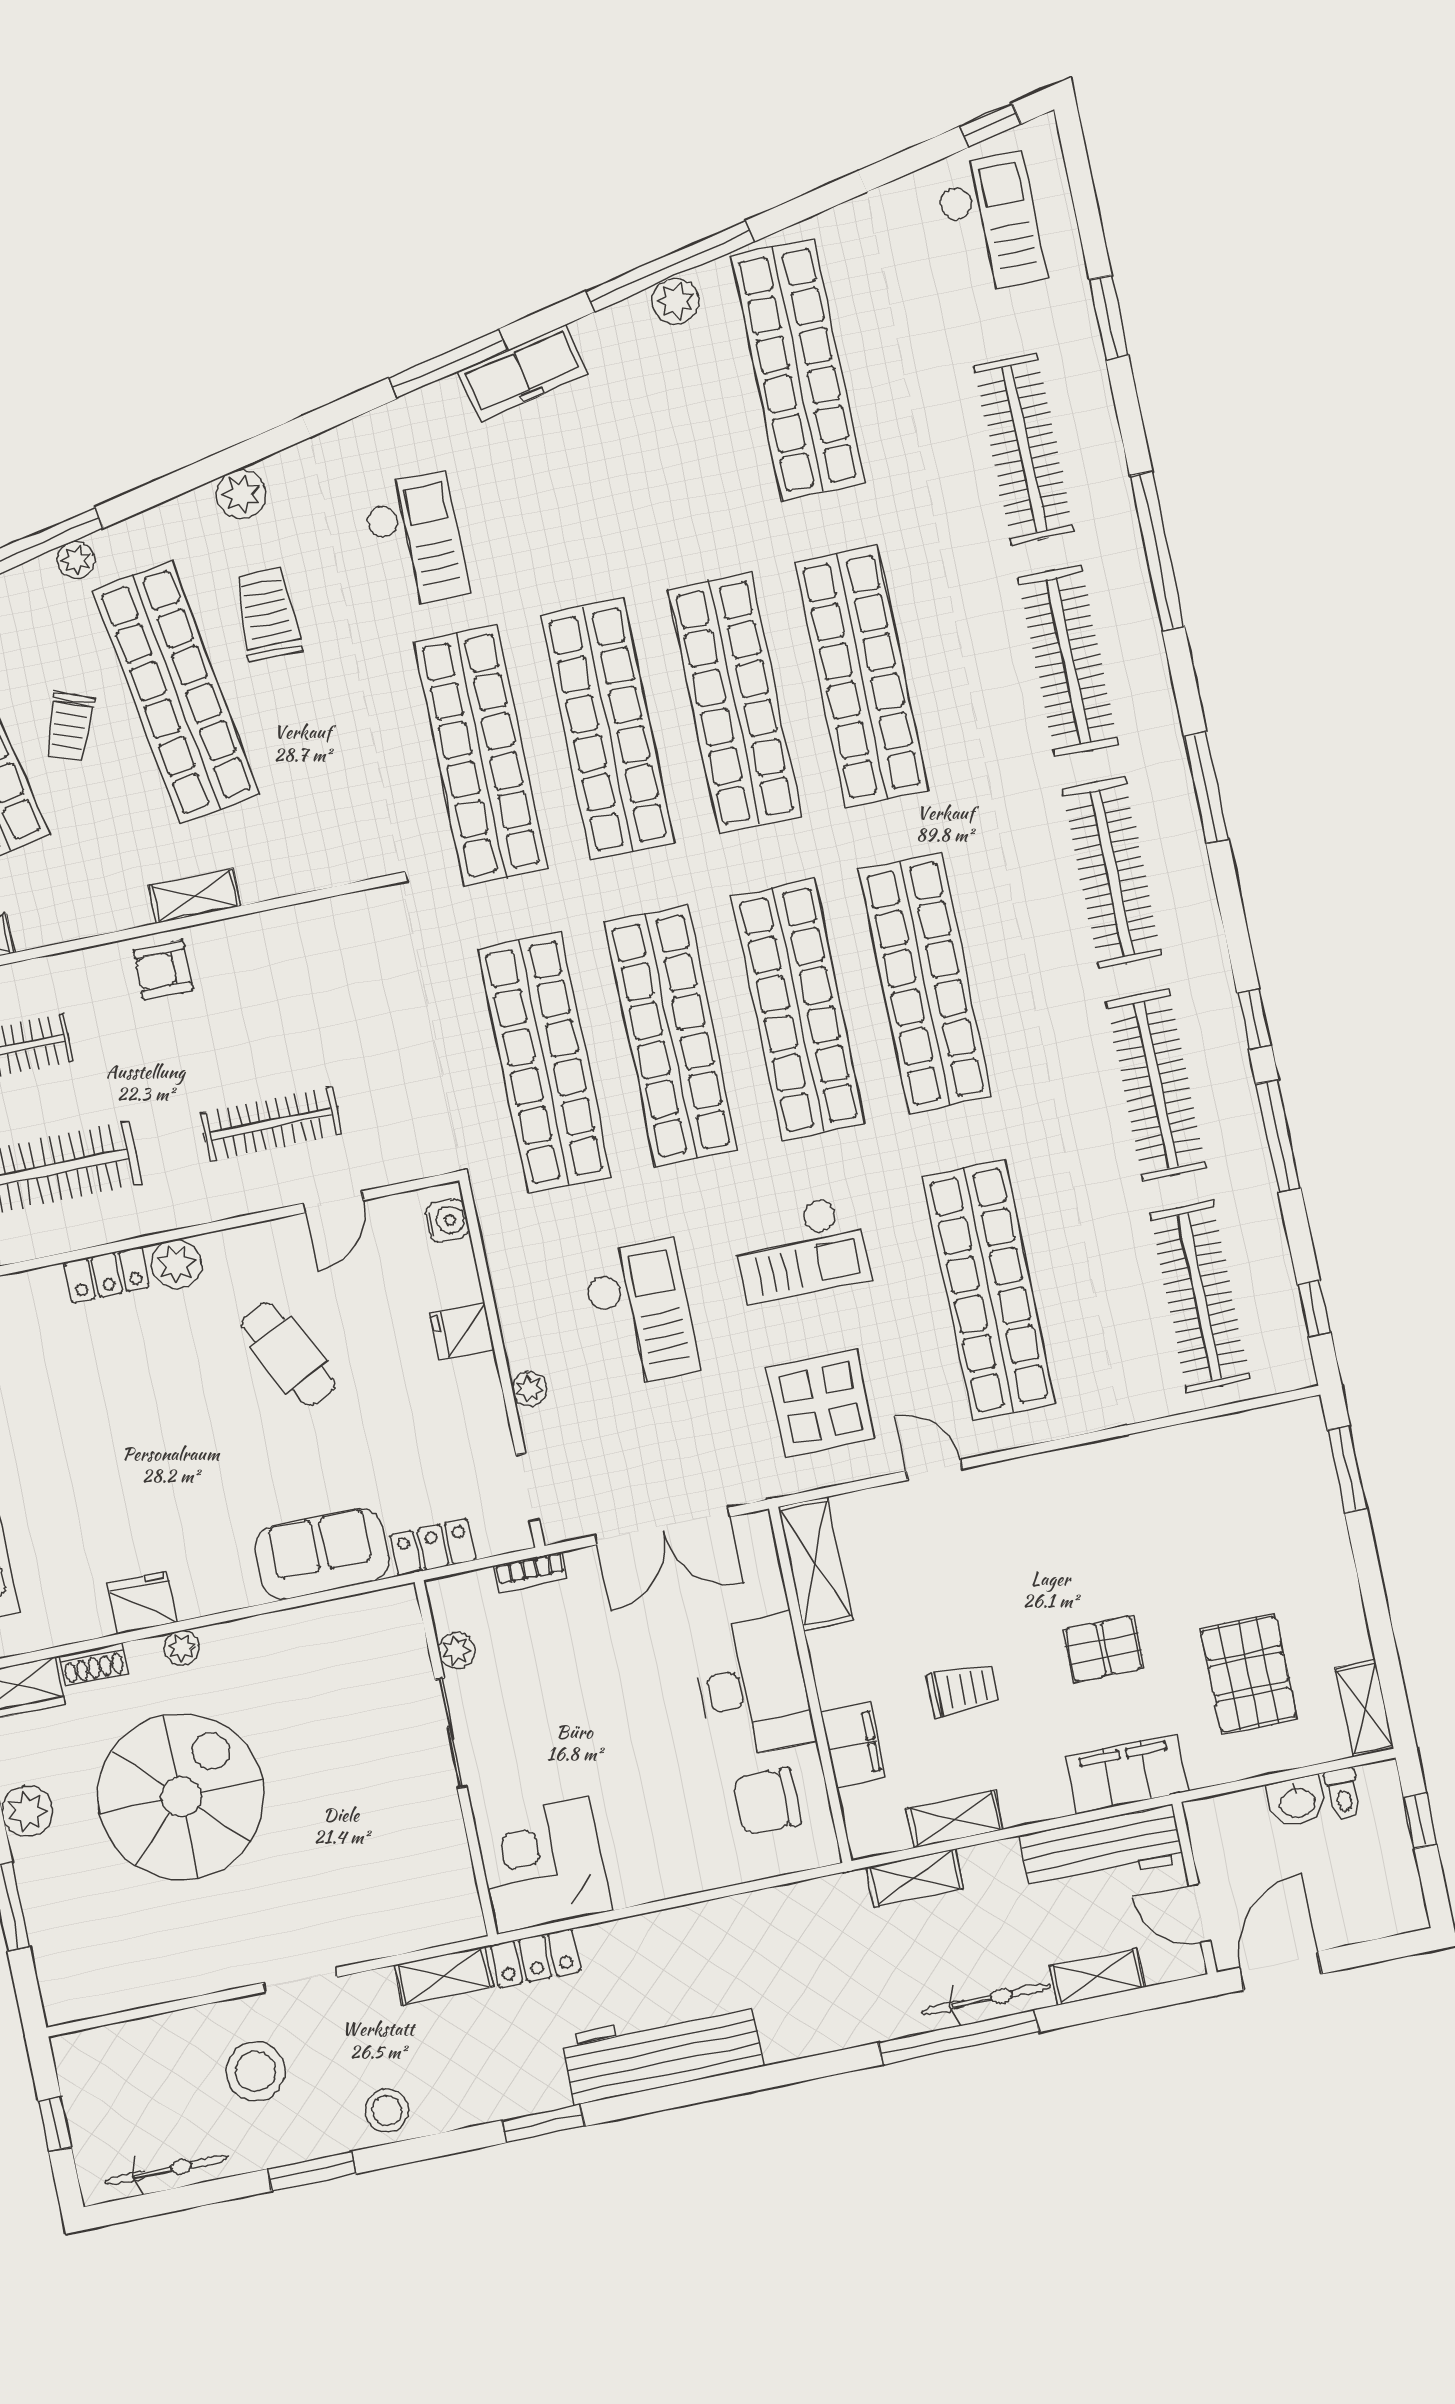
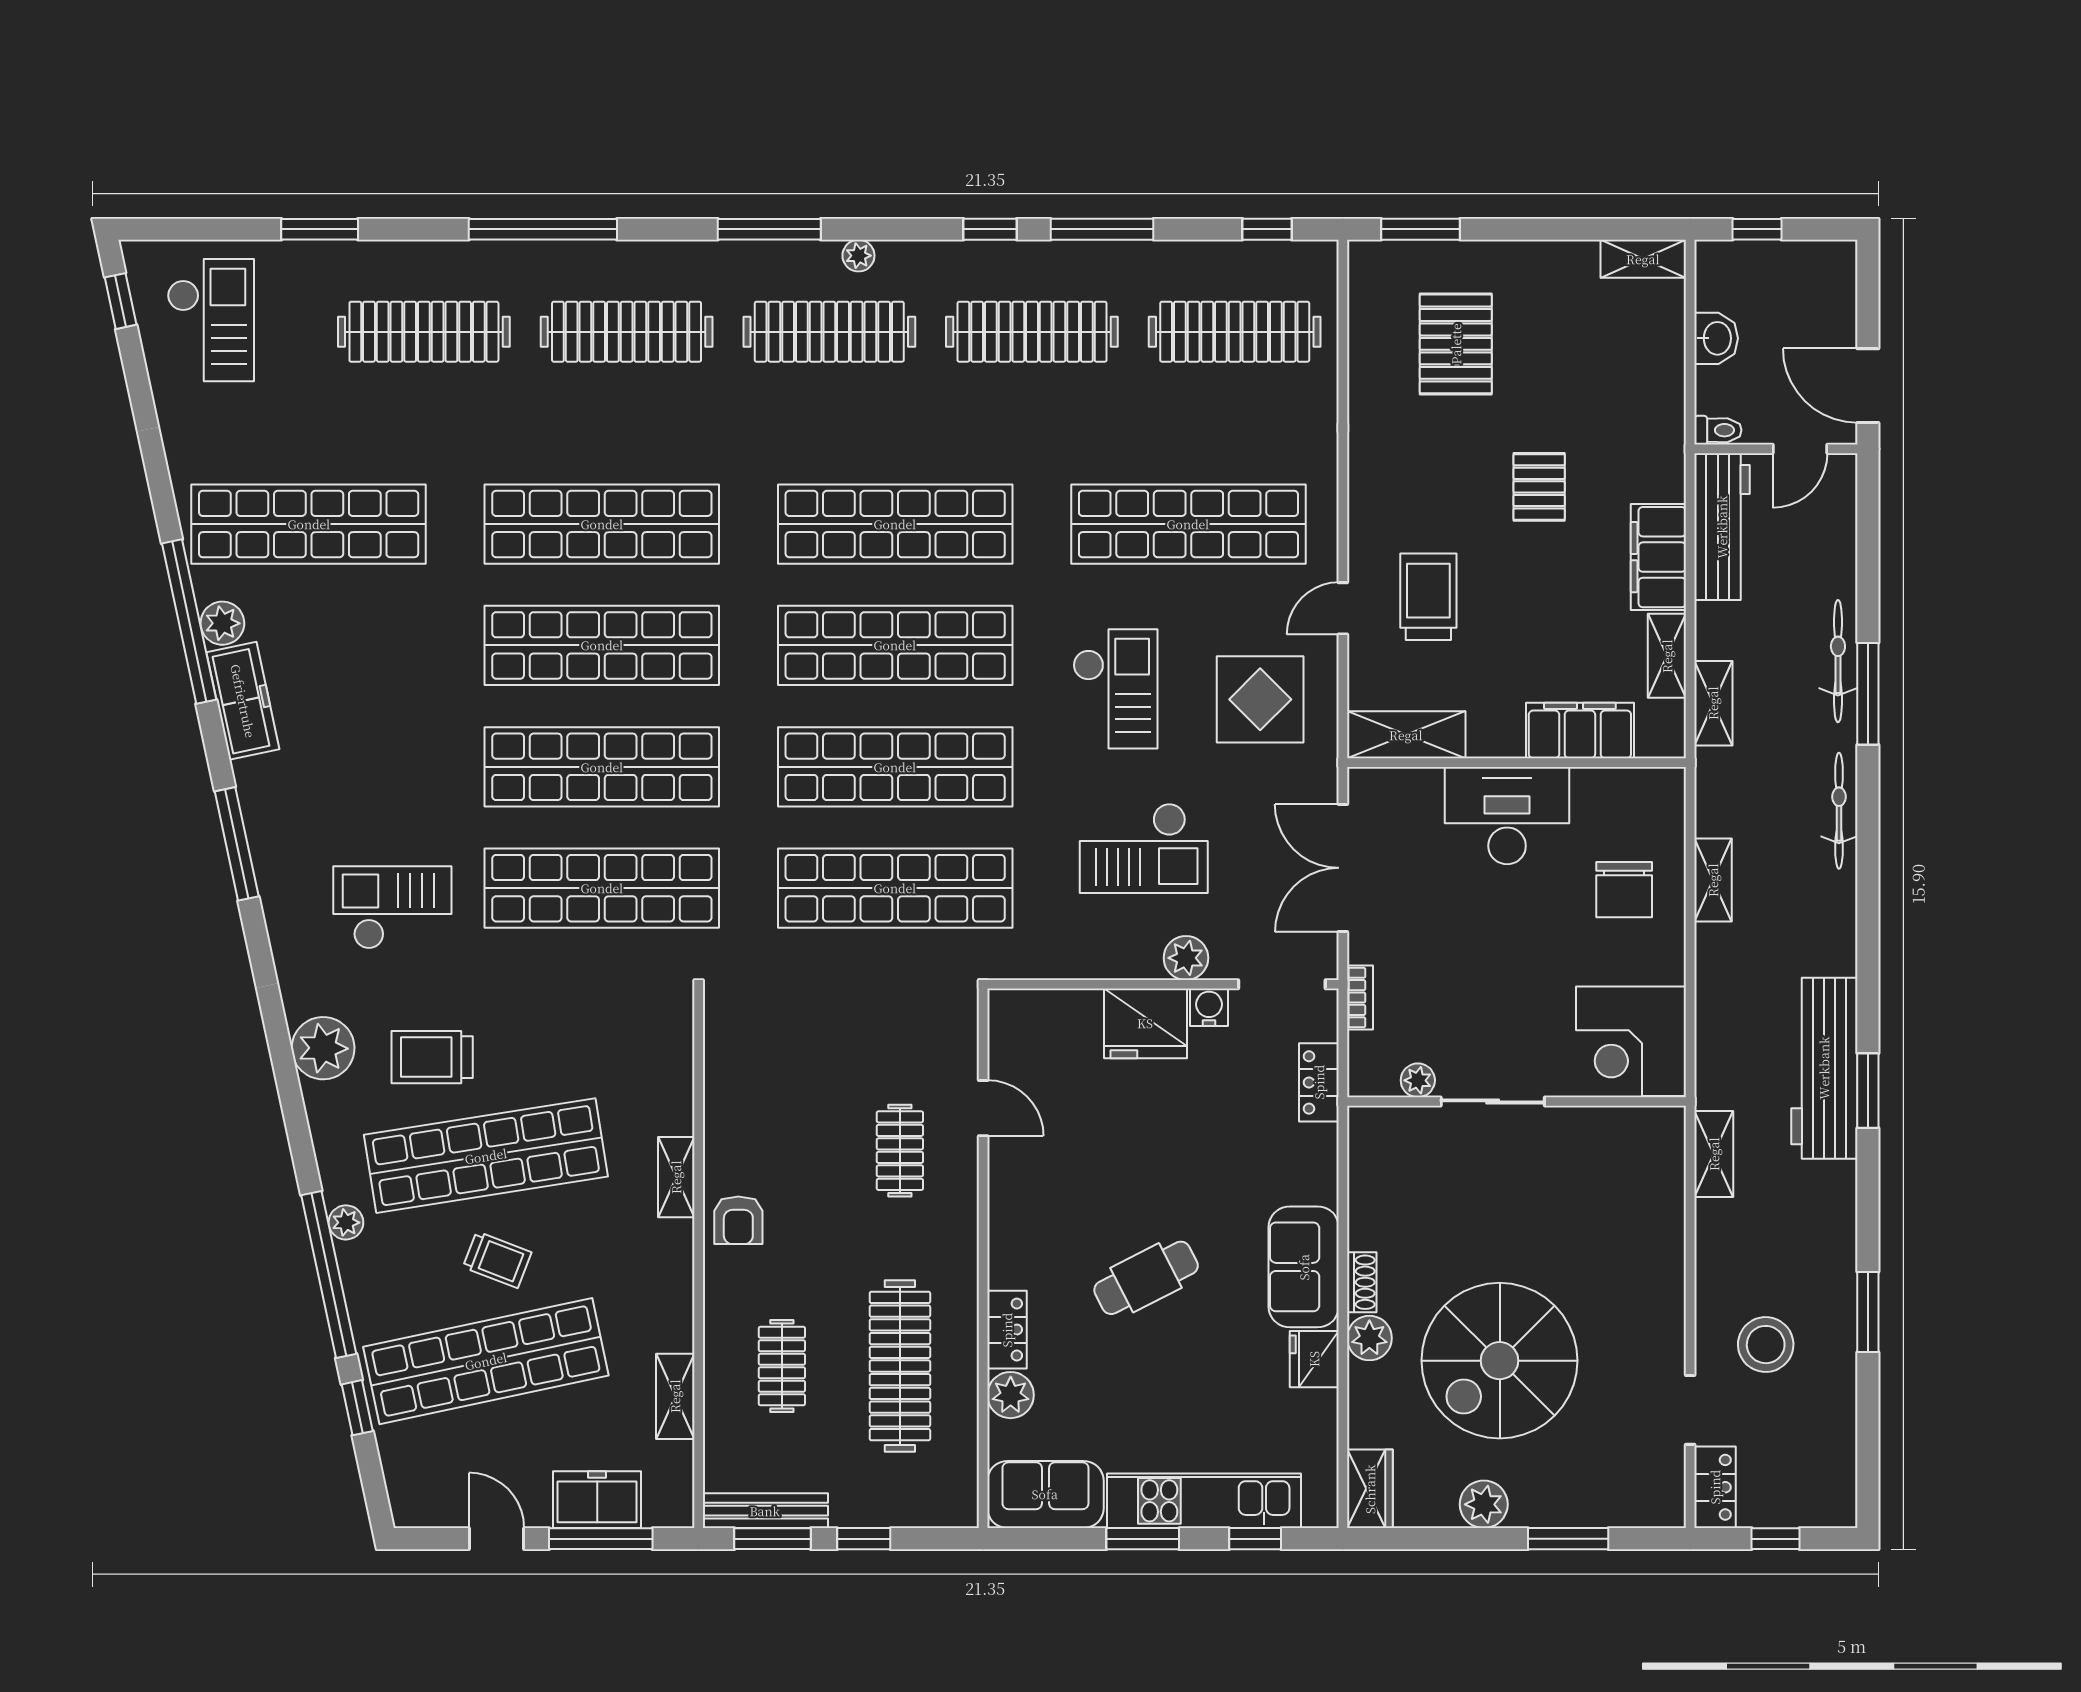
checkout: (990, 223) -> (211, 320), turned 90
freezer: (523, 373) -> (243, 701), moved
plant: (241, 494) -> (323, 1048), width x1.36, depth x1.36
plant: (1198, 887) -> (858, 256), added
clothes rail: (271, 1124) -> (900, 1151), width x0.73
water cooler: (447, 1220) -> (1209, 1007), moved
plant: (176, 1264) -> (1011, 1395), moved
checkout: (640, 1313) -> (1144, 848), turned 180
fridge: (462, 1331) -> (1145, 1023), width x1.88, depth x1.34
cafe table: (288, 1354) -> (1146, 1278), moved
plant: (529, 1389) -> (1186, 958), width x1.38, depth x1.38
doorway: (528, 1487) -> (1282, 984), width x1.38
double door: (662, 1526) -> (1343, 868), swing flipped
sofa: (322, 1554) -> (1304, 1267), moved
plant: (182, 1648) -> (1369, 1338), width x1.38, depth x1.38
shoe rack: (93, 1664) -> (1362, 1282), moved
pallet: (1248, 1674) -> (1456, 344), moved, turned 90
trolley: (963, 1690) -> (1428, 597), moved, width x1.36, depth x1.39
filing cabinet: (853, 1745) -> (1580, 730), width x1.50, depth x1.17
filing cabinet: (1127, 1774) -> (1658, 557), moved
toilet: (1343, 1794) -> (1718, 430), moved
spiral stairs: (181, 1797) -> (1500, 1361), turned -90
chair: (767, 1801) -> (1624, 890), moved
locker: (535, 1958) -> (1715, 1487), moved
shelving: (1097, 1977) -> (1713, 880), moved
doorway: (300, 1980) -> (1690, 1410), moved
window: (958, 2037) -> (1868, 694), width x0.68
workbench: (662, 2051) -> (1824, 1068), moved
stool: (387, 2111) -> (1826, 1232), removed
bicycle: (166, 2170) -> (1839, 811), moved

